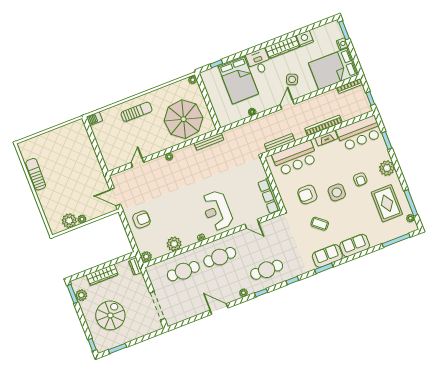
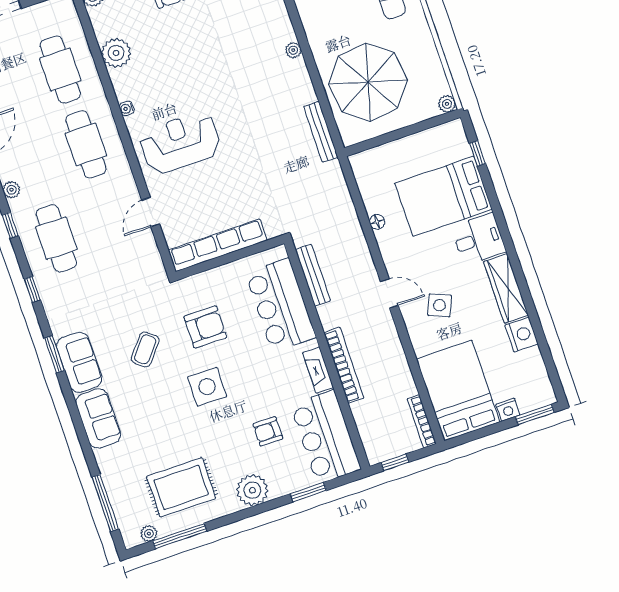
armchair: (360, 179) -> (268, 431), moved
armchair: (307, 194) -> (205, 327), turned 90
row of seats: (269, 196) -> (218, 245), width x1.36

